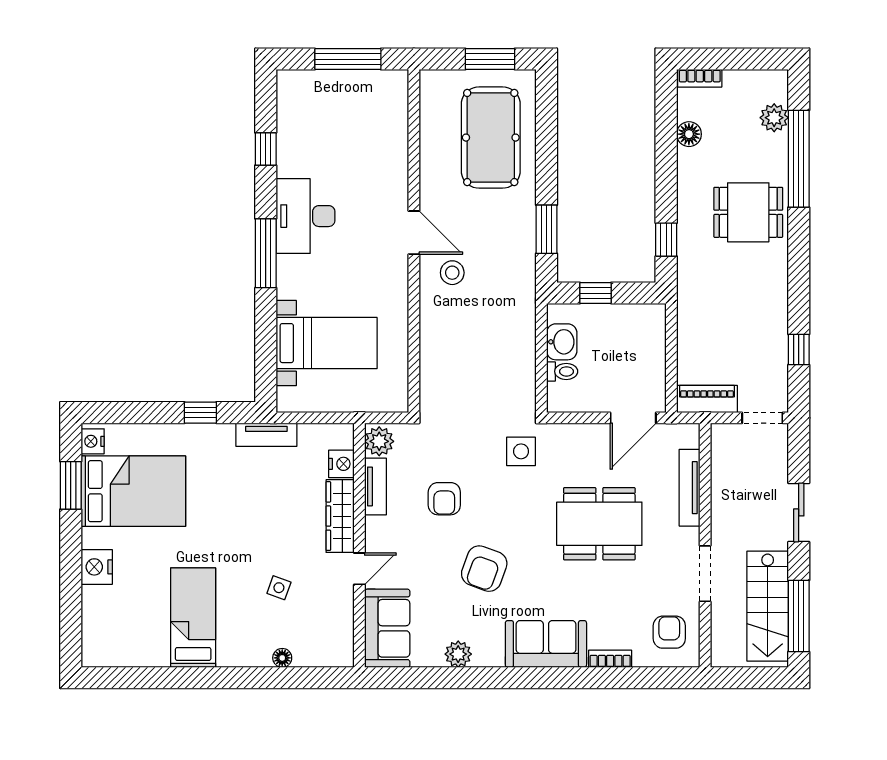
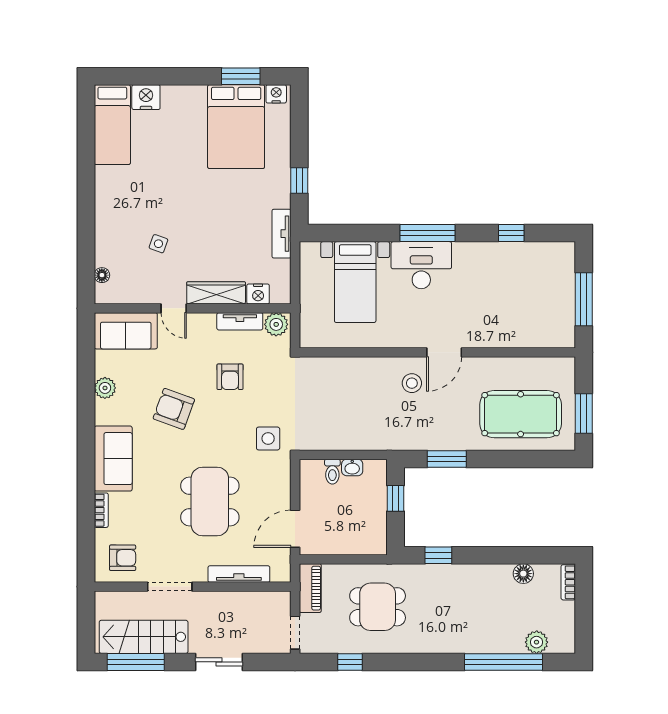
dining table: (748, 212) -> (378, 607), moved, turned 90
desk: (306, 216) -> (421, 265), moved
washbasin: (562, 342) -> (352, 467), width x0.72, depth x0.69
door: (633, 418) -> (295, 529), hinge flipped
armchair: (444, 499) -> (230, 377), turned -90
nightstand: (97, 567) -> (146, 97), moved
bed: (193, 618) -> (112, 125), moved, turned 90
floor lamp: (282, 658) -> (102, 275), moved

